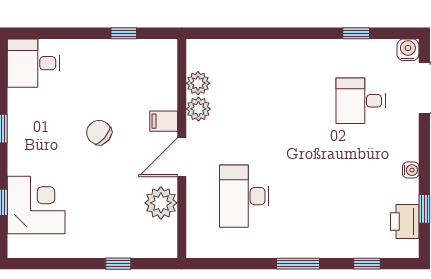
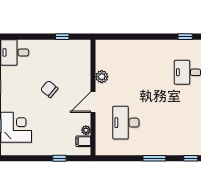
plant: (198, 83) -> (102, 63), removed
filing cabinet: (164, 121) -> (83, 141), moved
plant: (161, 203) -> (86, 130), width x0.53, depth x0.53

